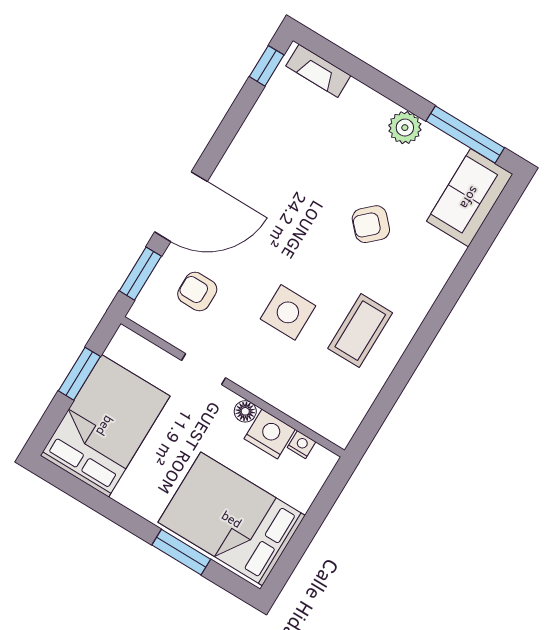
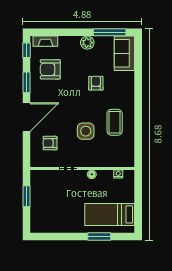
armchair: (292, 137) -> (50, 69), added
armchair: (371, 224) -> (96, 83), turned 133
window: (140, 274) -> (26, 82), moved
bed: (105, 426) -> (46, 209), removed
nightstand: (270, 434) -> (105, 177), removed
bed: (232, 519) -> (110, 214), width x0.67

